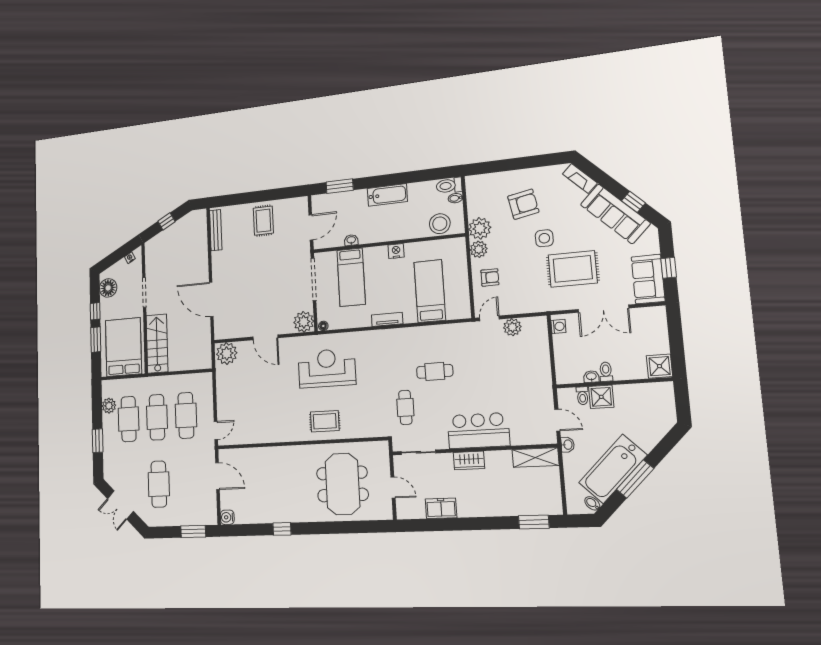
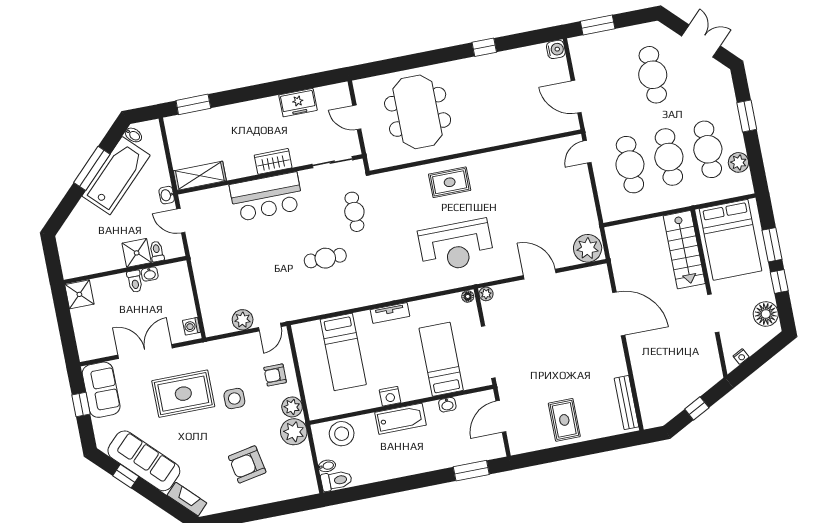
bathtub: (387, 195) -> (400, 419), moved, turned 180
side table: (544, 238) -> (234, 398), moved
plant: (304, 322) -> (486, 294), width x0.53, depth x0.53

